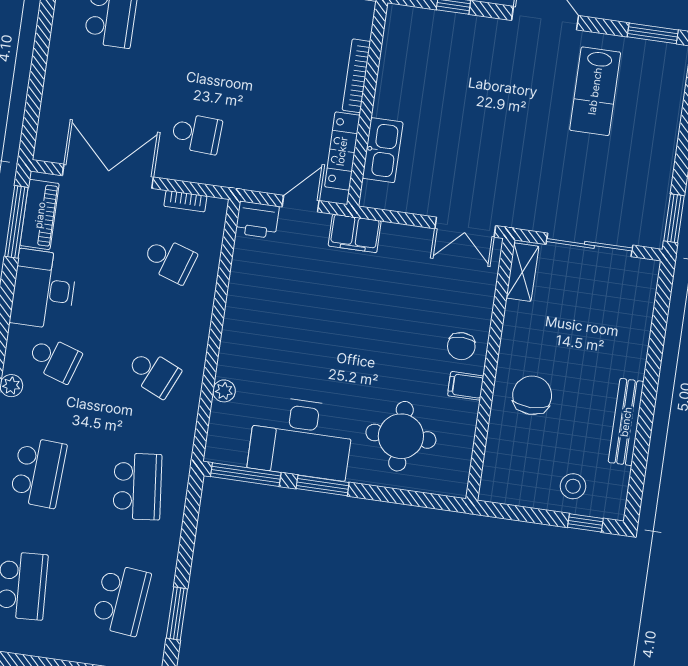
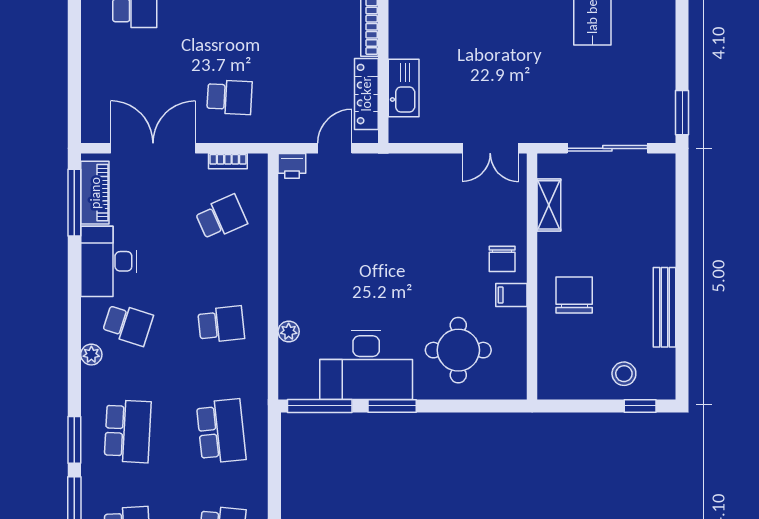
printer: (257, 220) -> (292, 166), width x0.73, depth x0.81
filing cabinet: (355, 233) -> (389, 169), removed
school desk: (170, 260) -> (221, 217), turned -42
shelving: (522, 272) -> (549, 205), moved
school desk: (154, 373) -> (221, 324), turned -30

